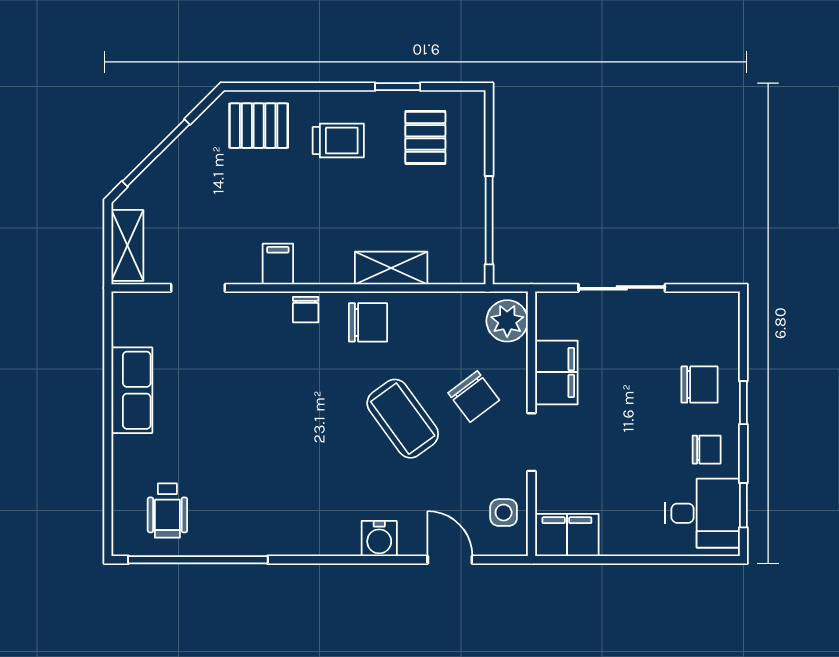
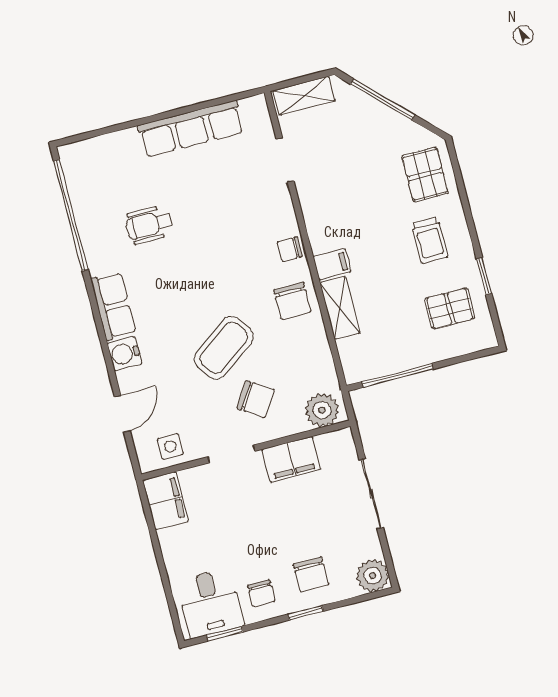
filing cabinet: (278, 264) -> (332, 264), moved
plant: (720, 312) -> (373, 576), added
row of seats: (132, 390) -> (191, 129), width x1.48
chair: (474, 396) -> (256, 399), turned -110
wheelchair: (167, 511) -> (149, 225), moved
row of seats: (319, 537) -> (113, 306), added

